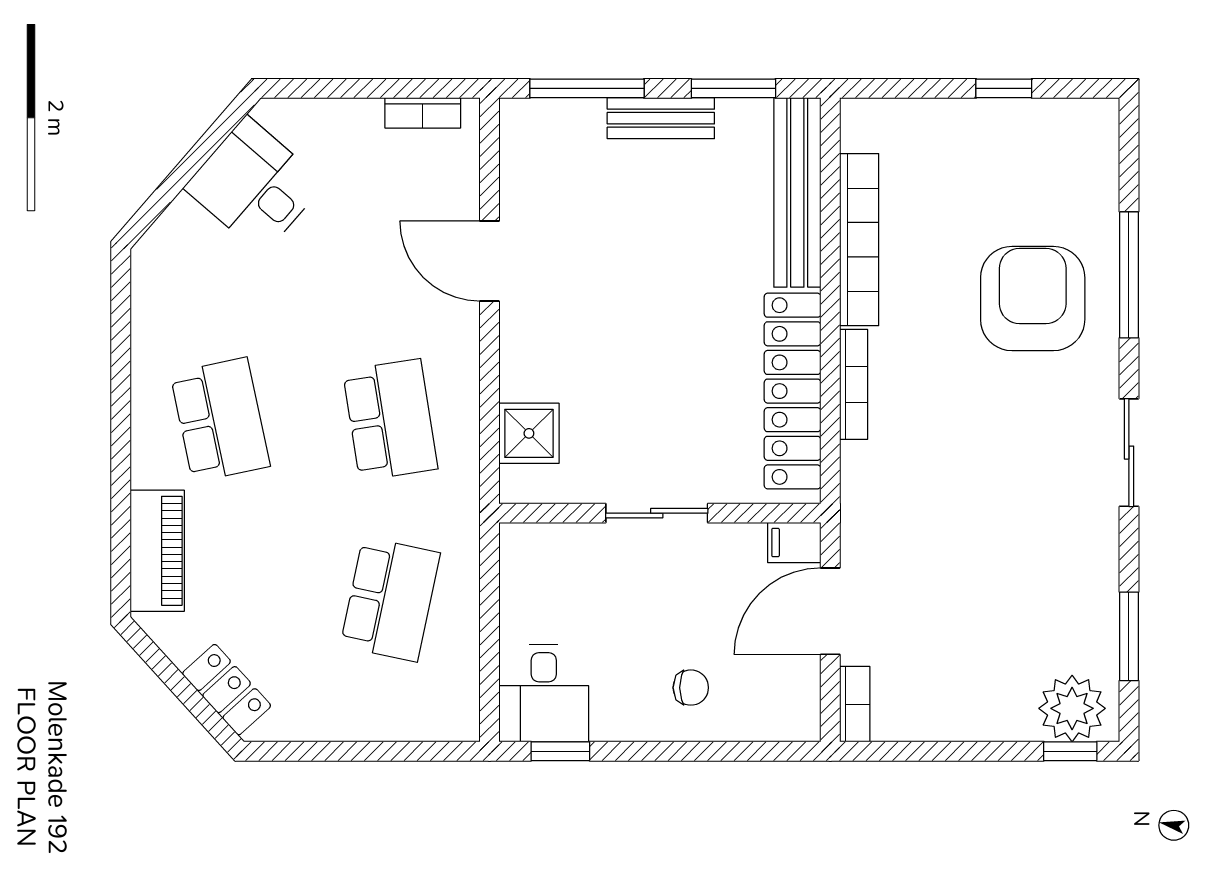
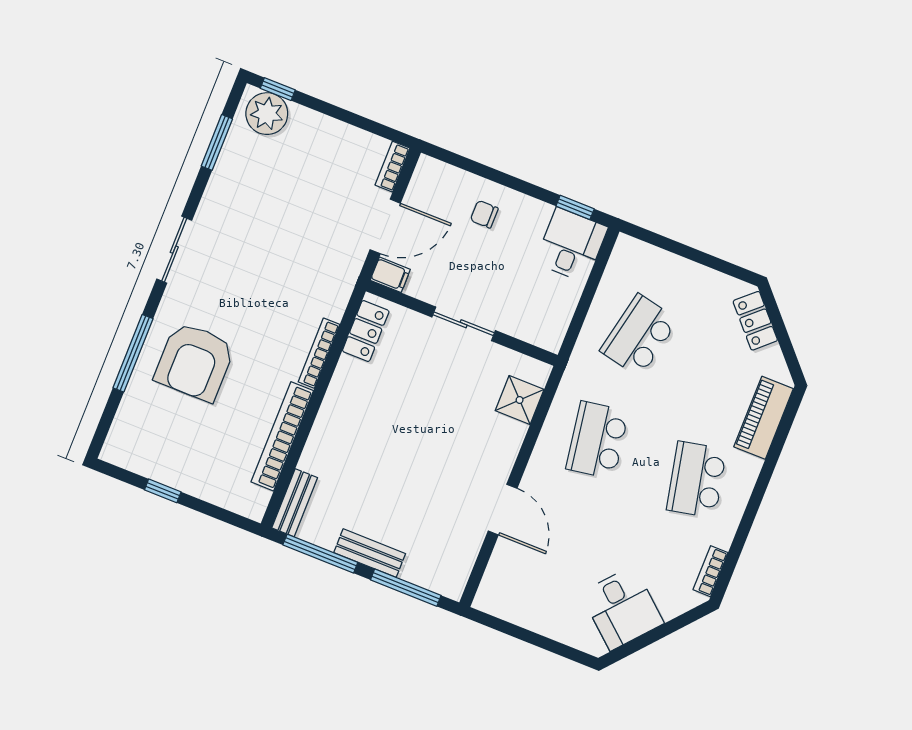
window: (733, 88) -> (320, 554), width x1.44
bookcase: (423, 113) -> (711, 571), moved, turned -90
bench: (797, 192) -> (295, 503), width x0.54, depth x0.82
locker: (793, 391) -> (366, 331), width x0.46, depth x0.83

